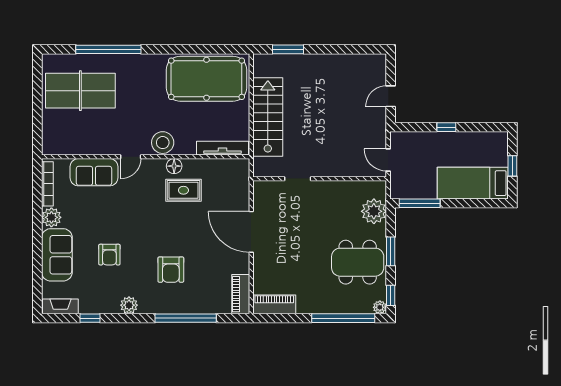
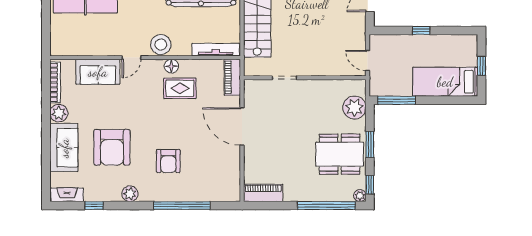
armchair: (109, 255) -> (112, 147), width x1.88, depth x1.88
piano: (241, 294) -> (232, 77), moved

